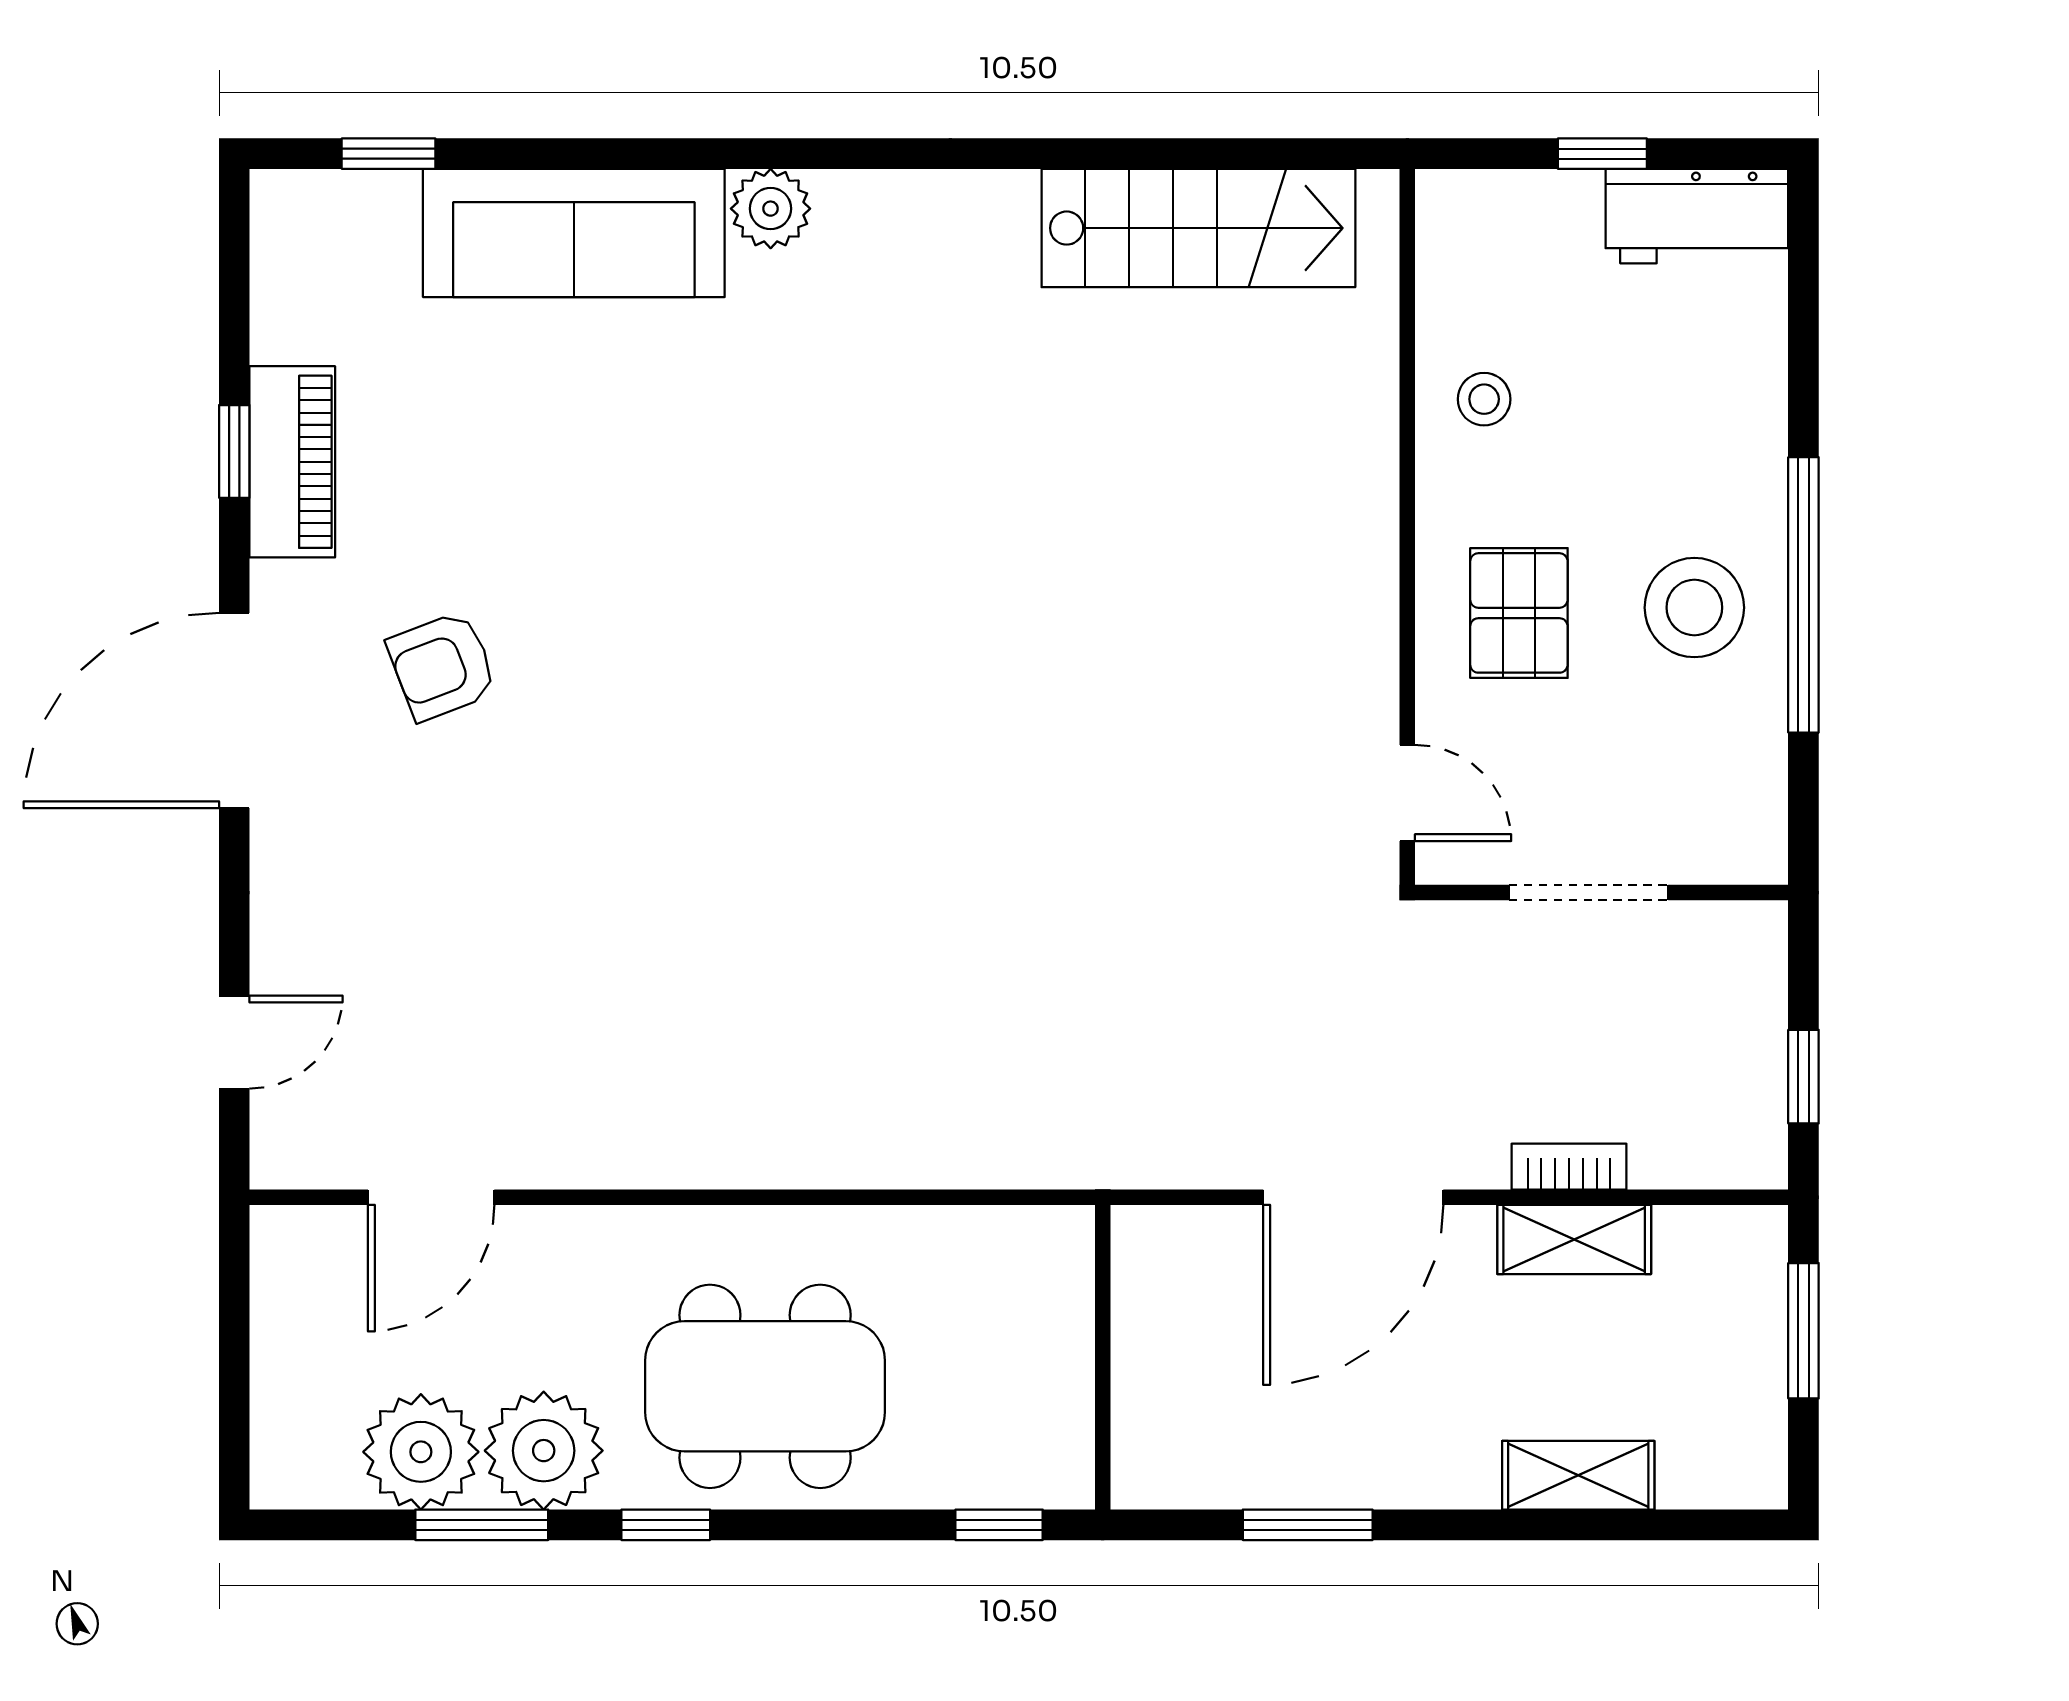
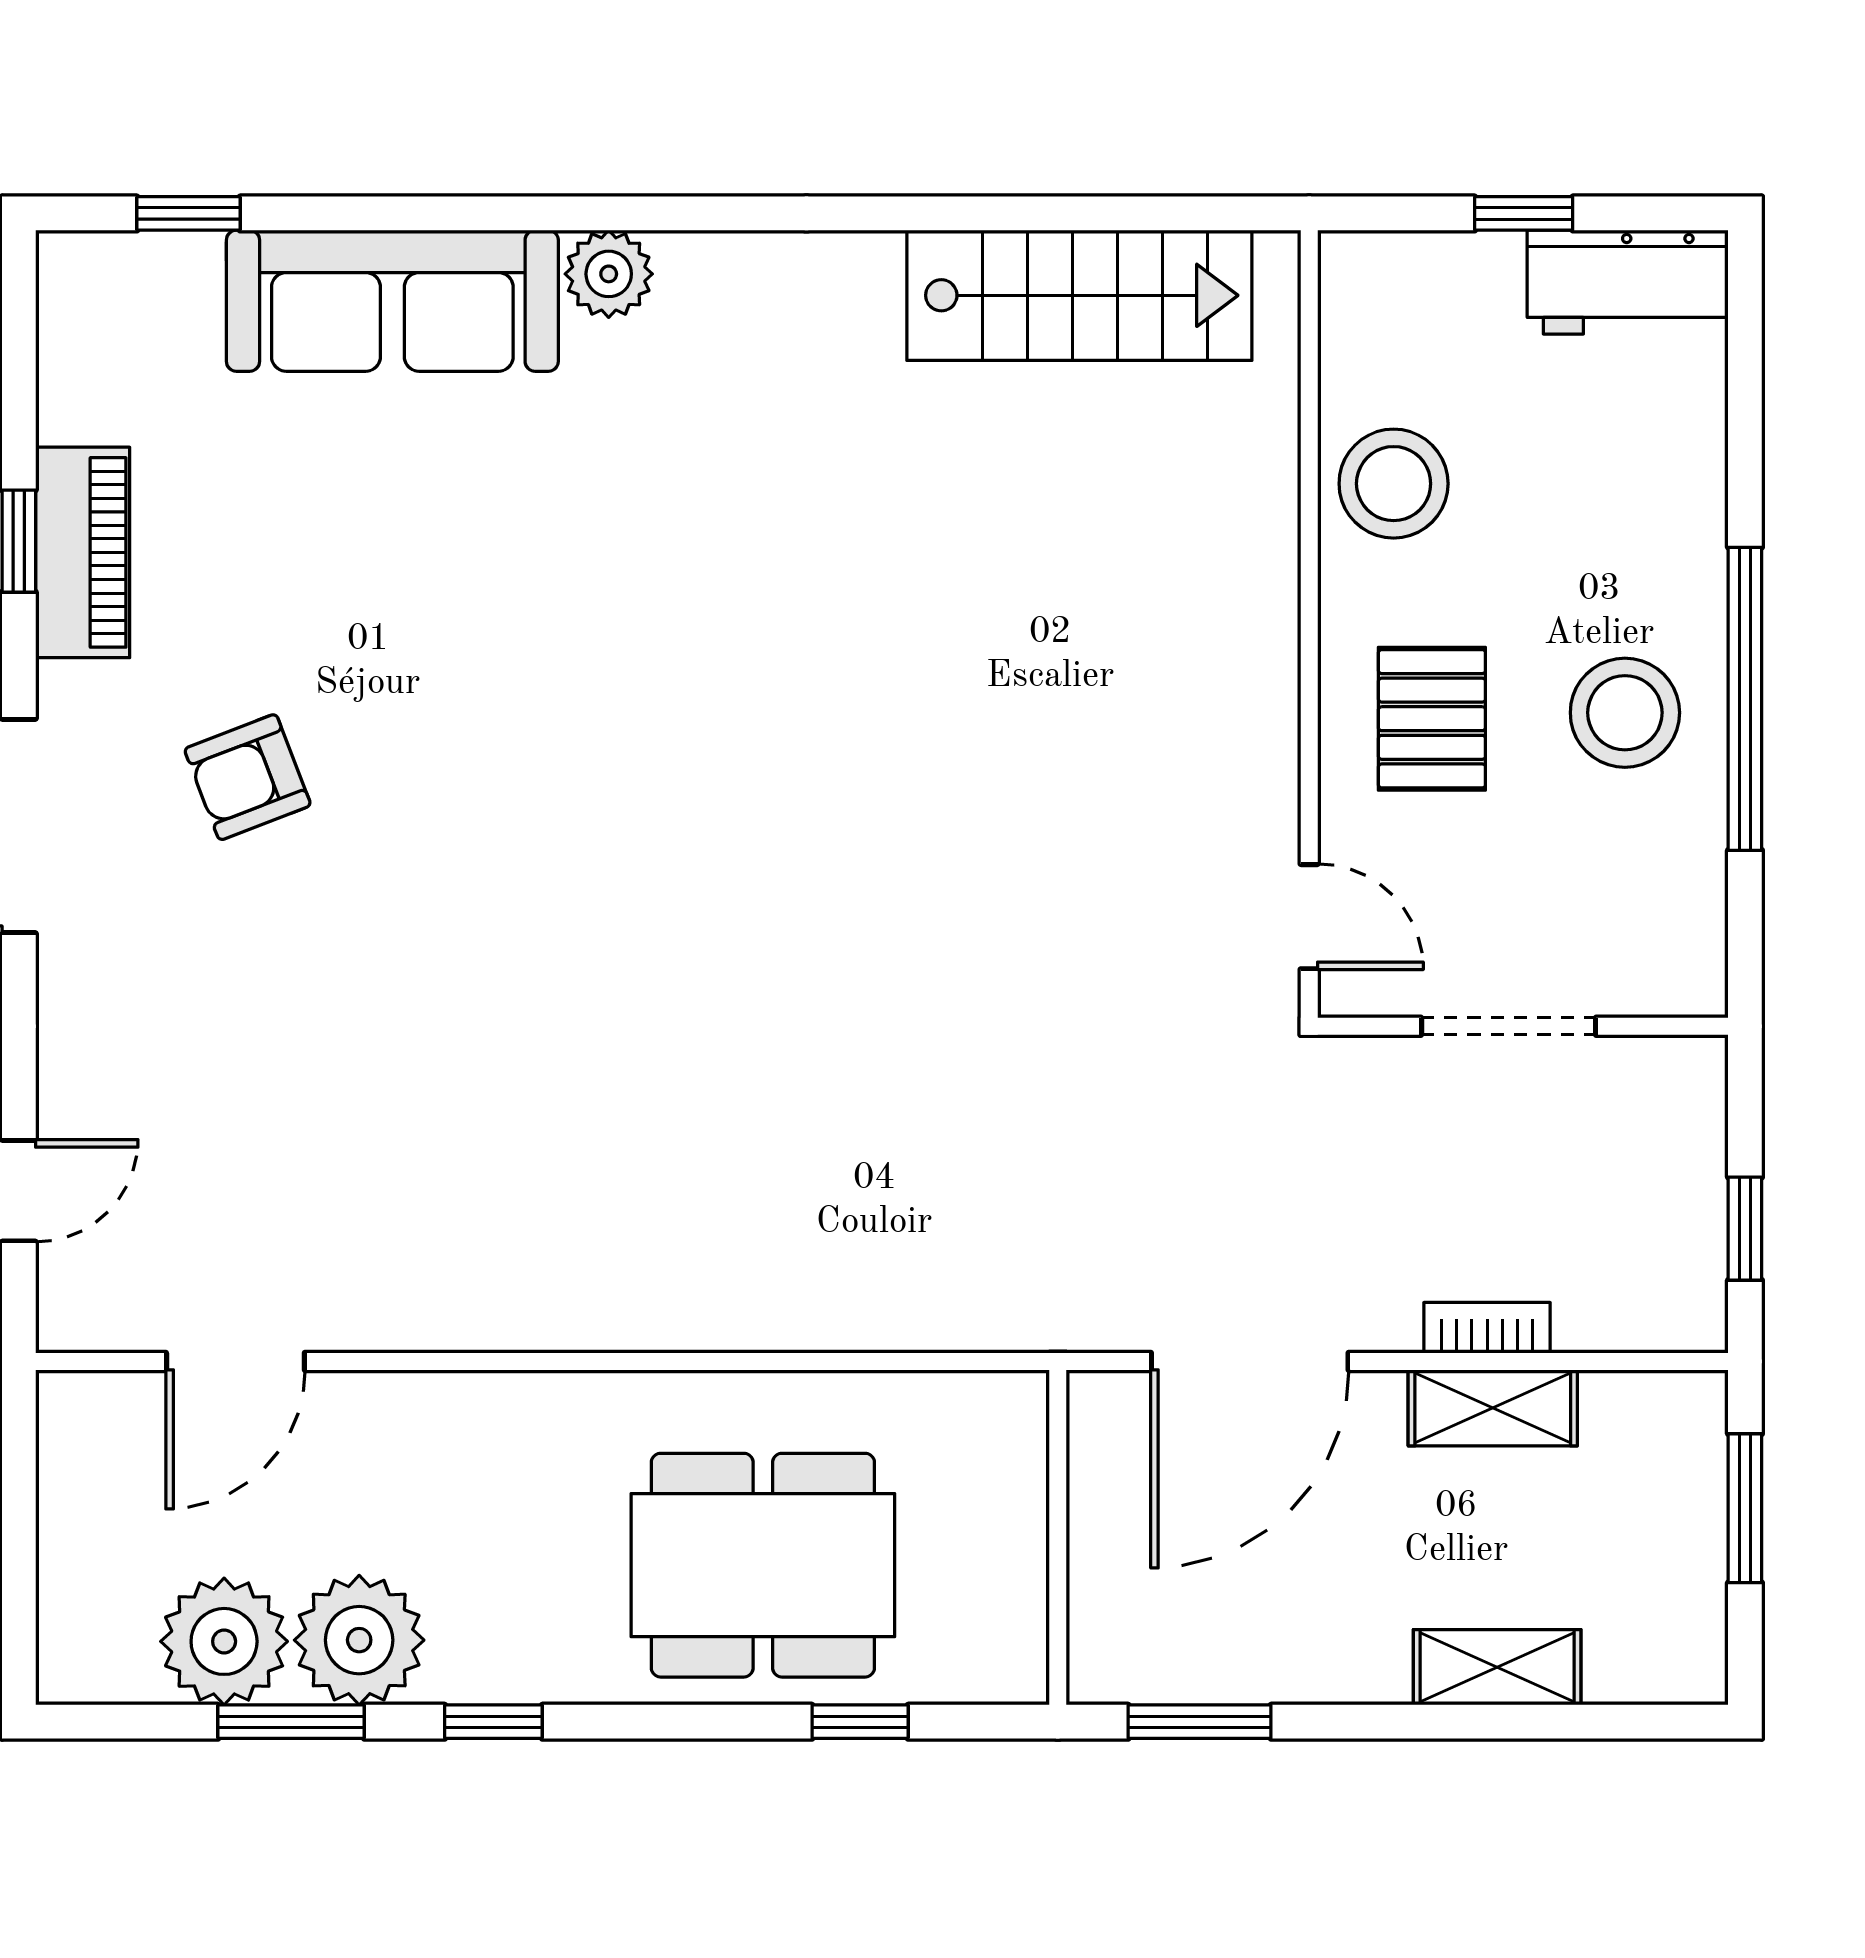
stool: (1484, 399) -> (1394, 484), width x1.89, depth x1.89
wall: (1103, 1357) -> (1058, 1537), moved
dining table: (765, 1386) -> (763, 1565), moved

